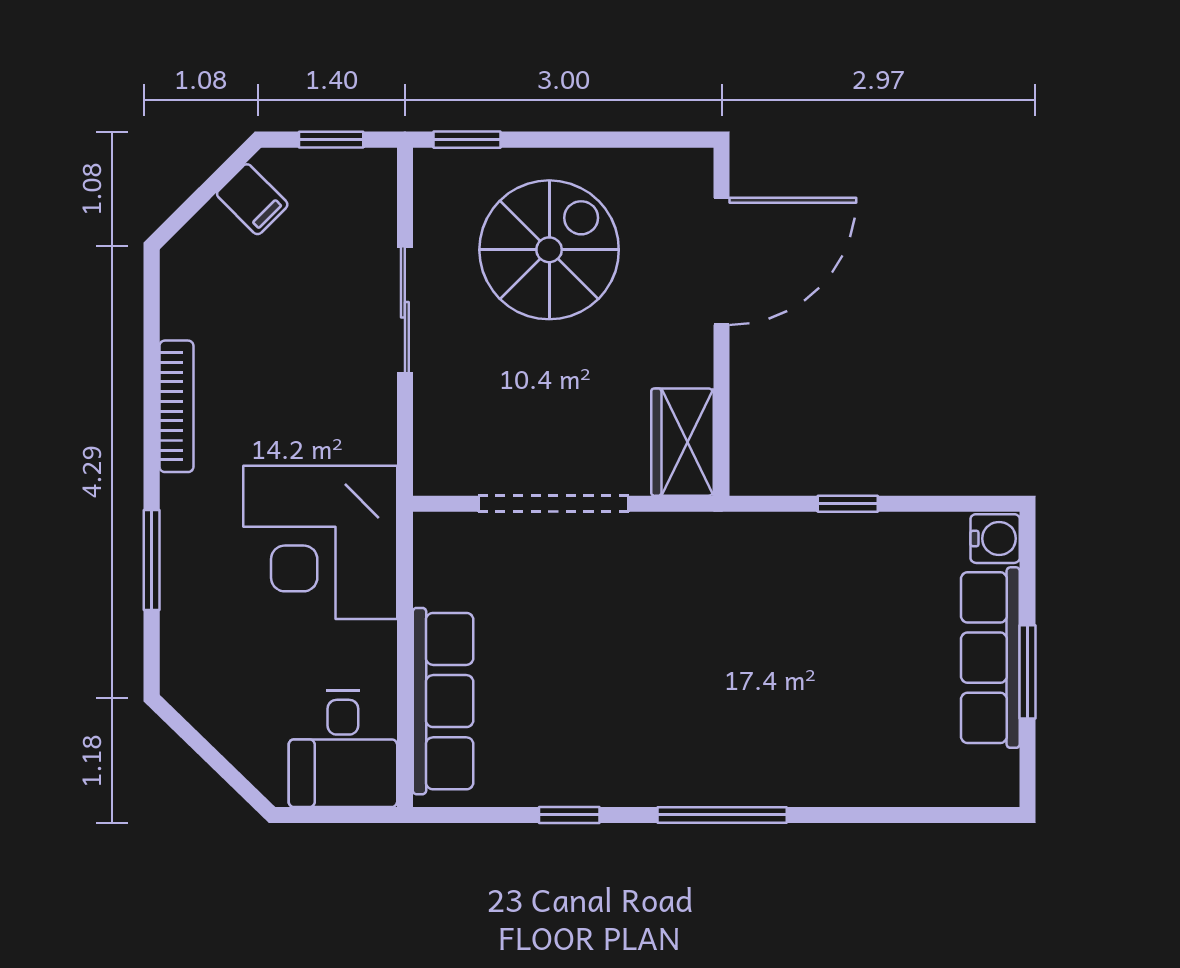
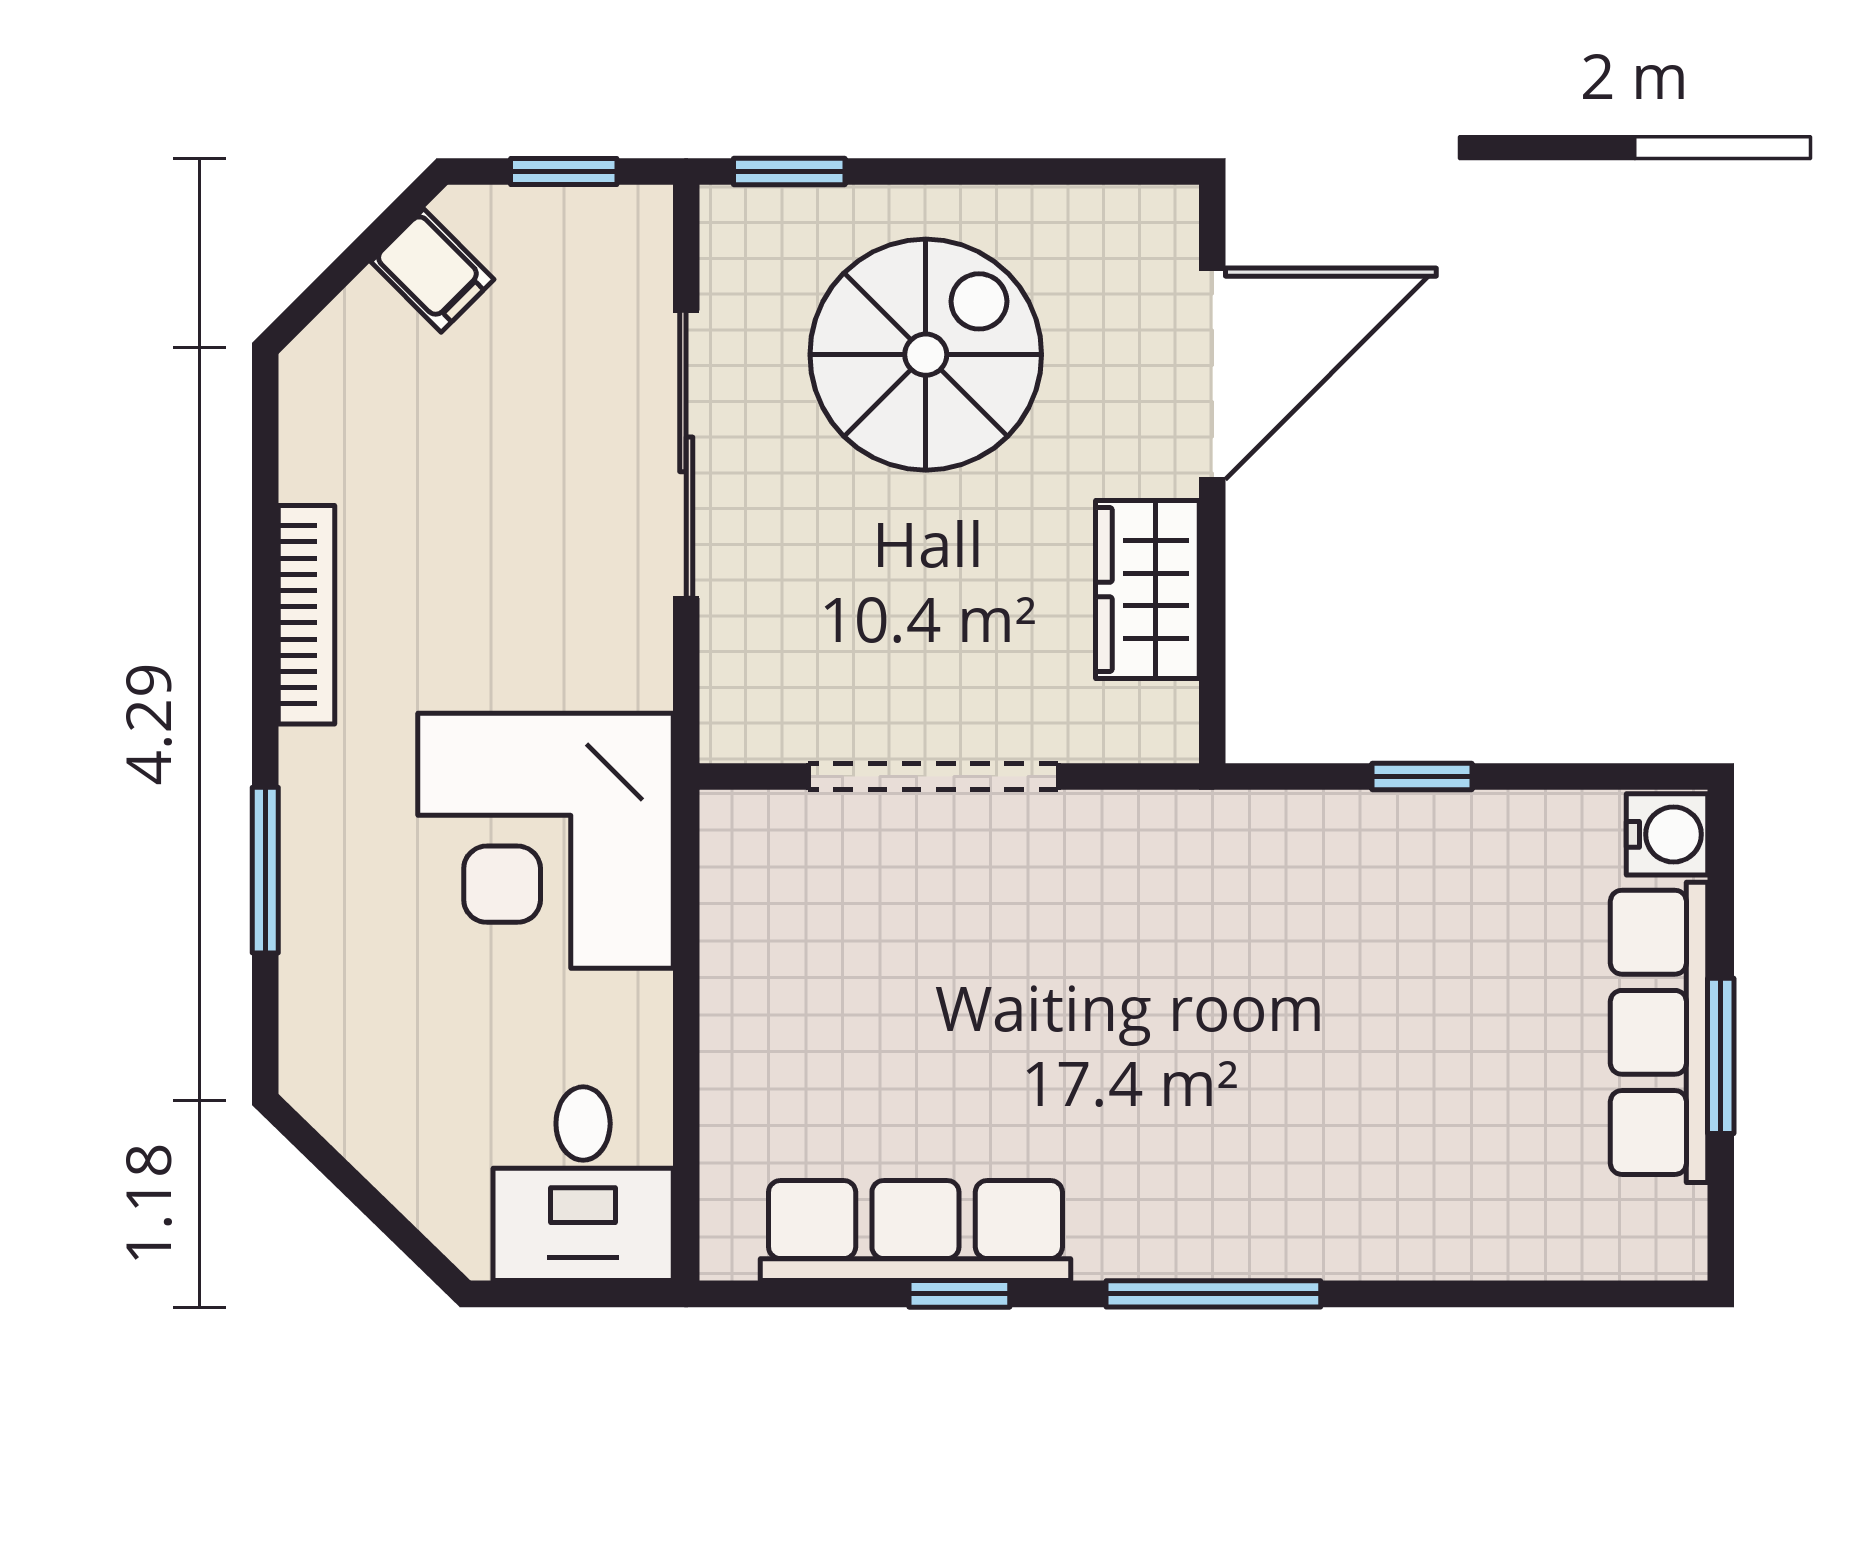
sliding door: (405, 310) -> (686, 454), width x1.37
wardrobe: (682, 442) -> (1147, 590), moved
row of seats: (443, 701) -> (915, 1231), moved, turned -90

